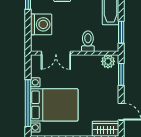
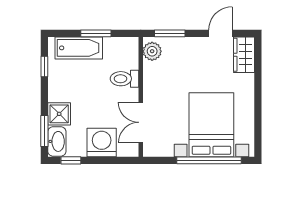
window: (121, 32) -> (96, 33), moved
double door: (56, 53) -> (141, 122), swing flipped

